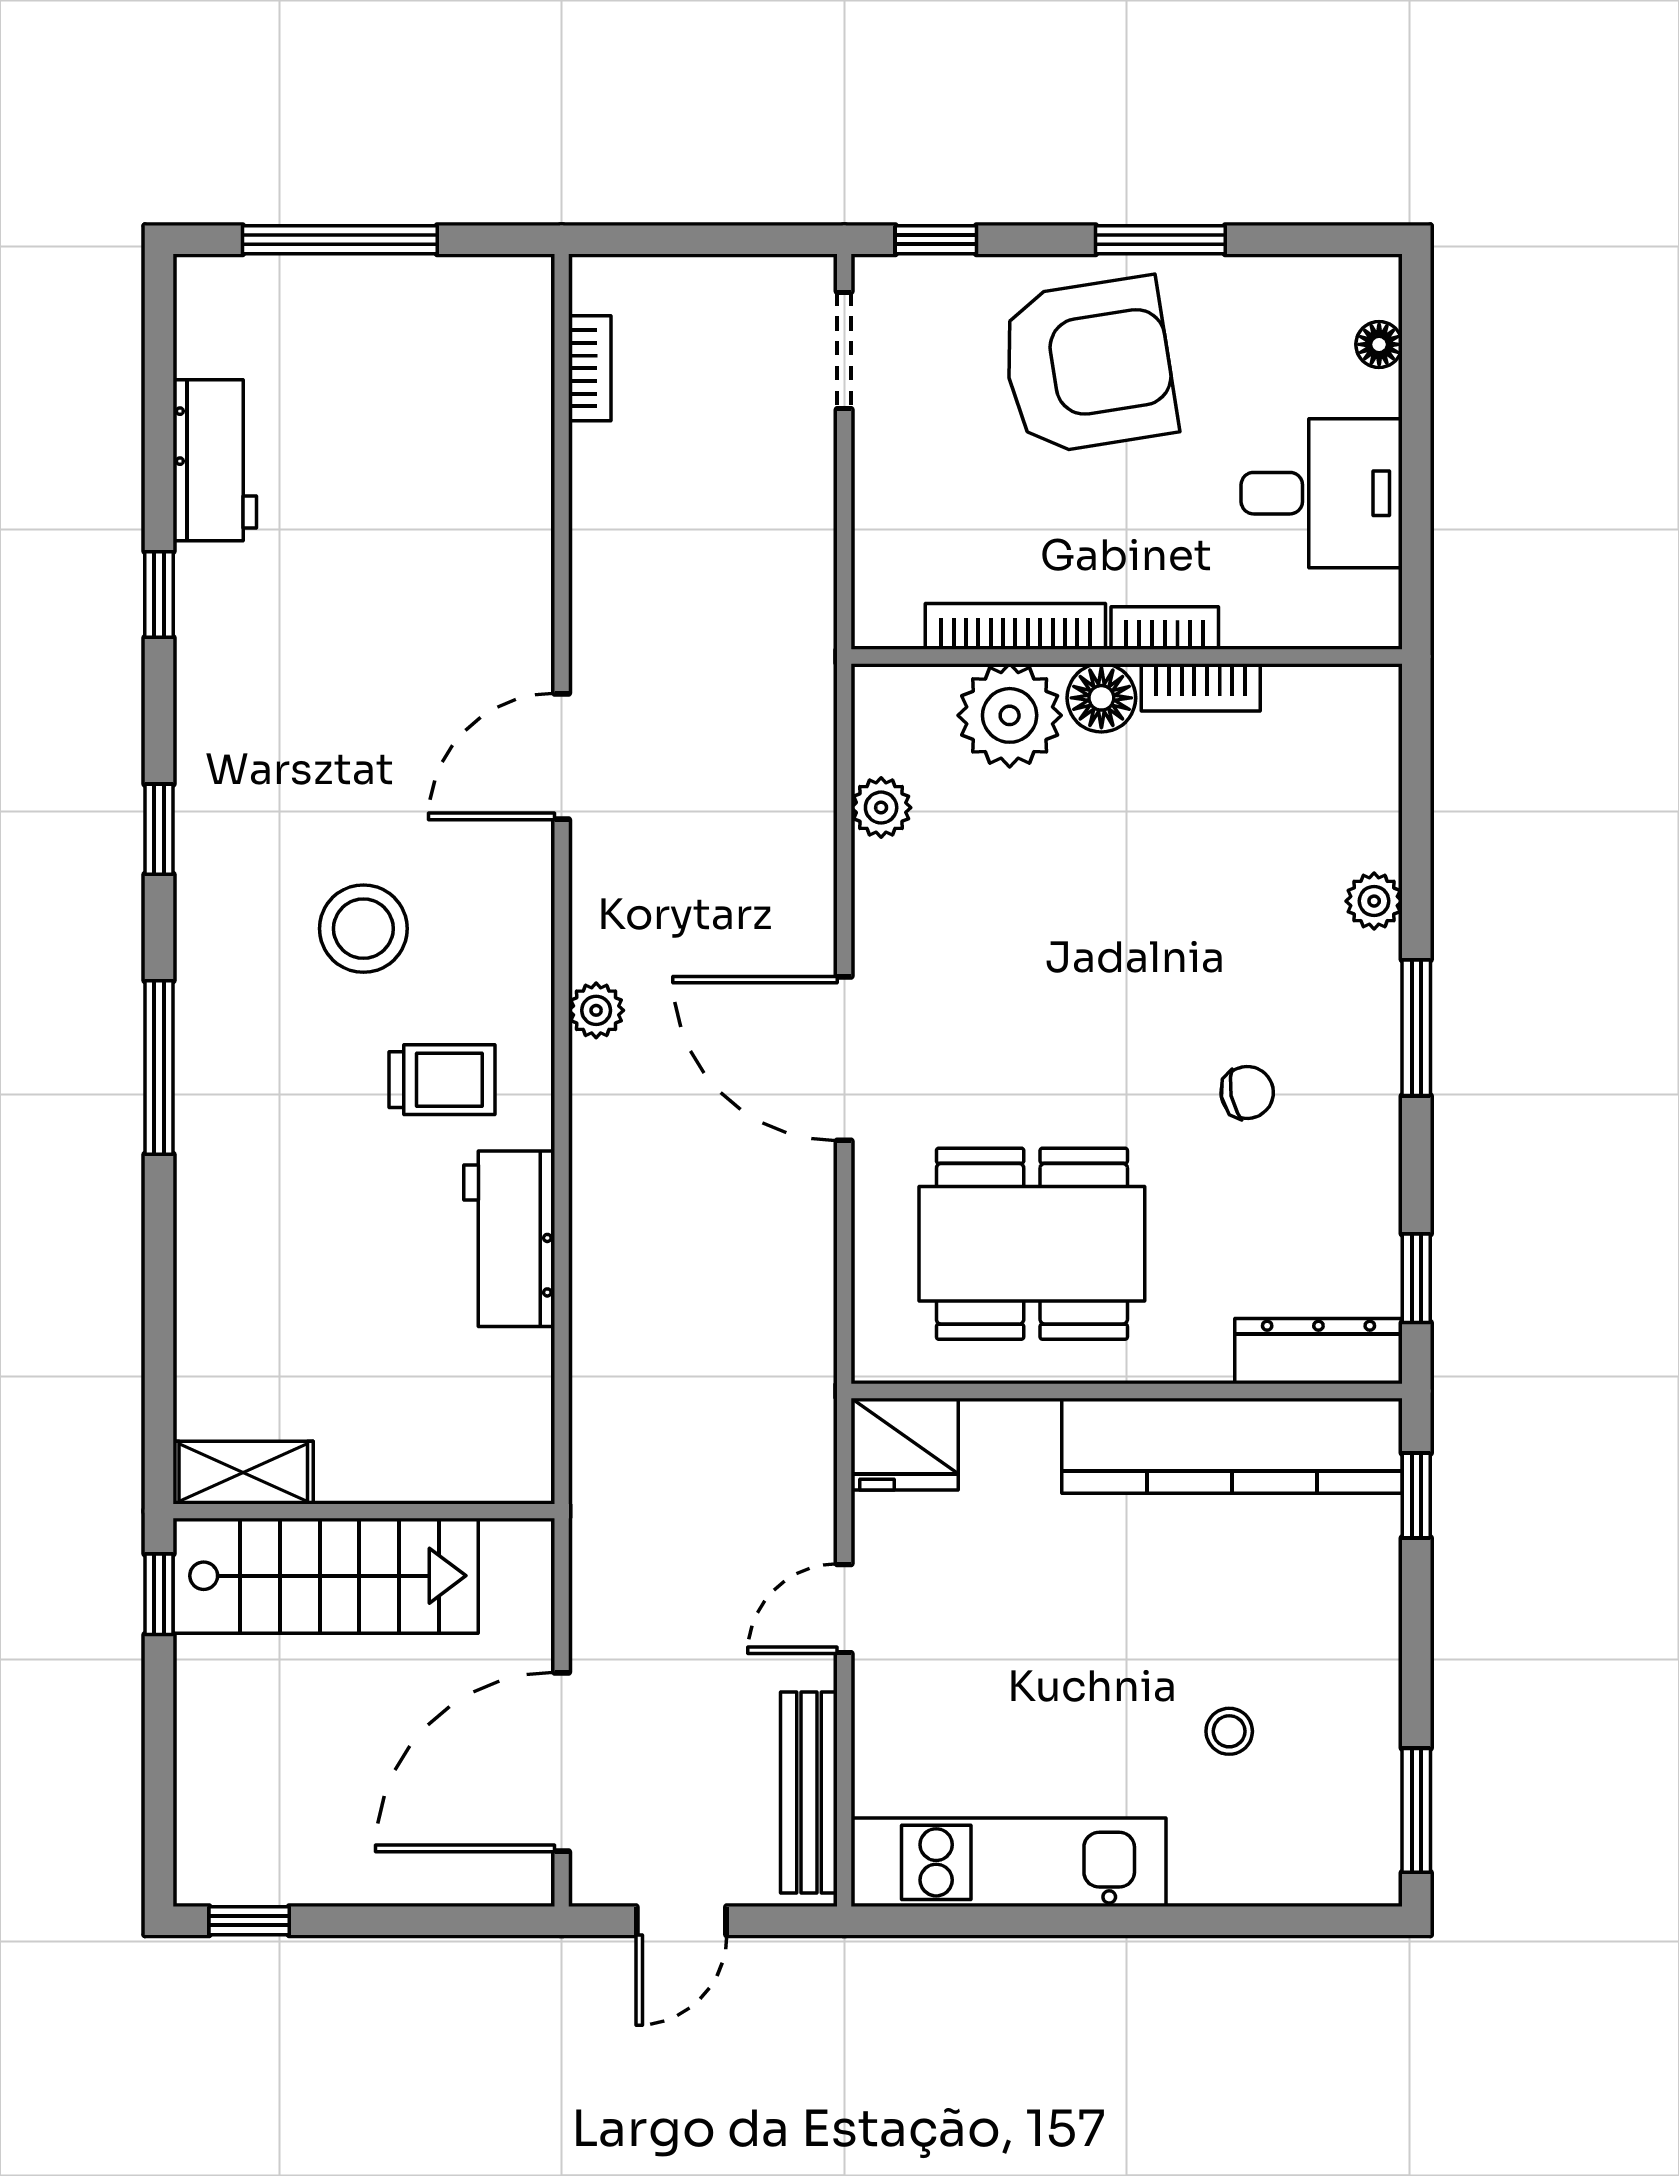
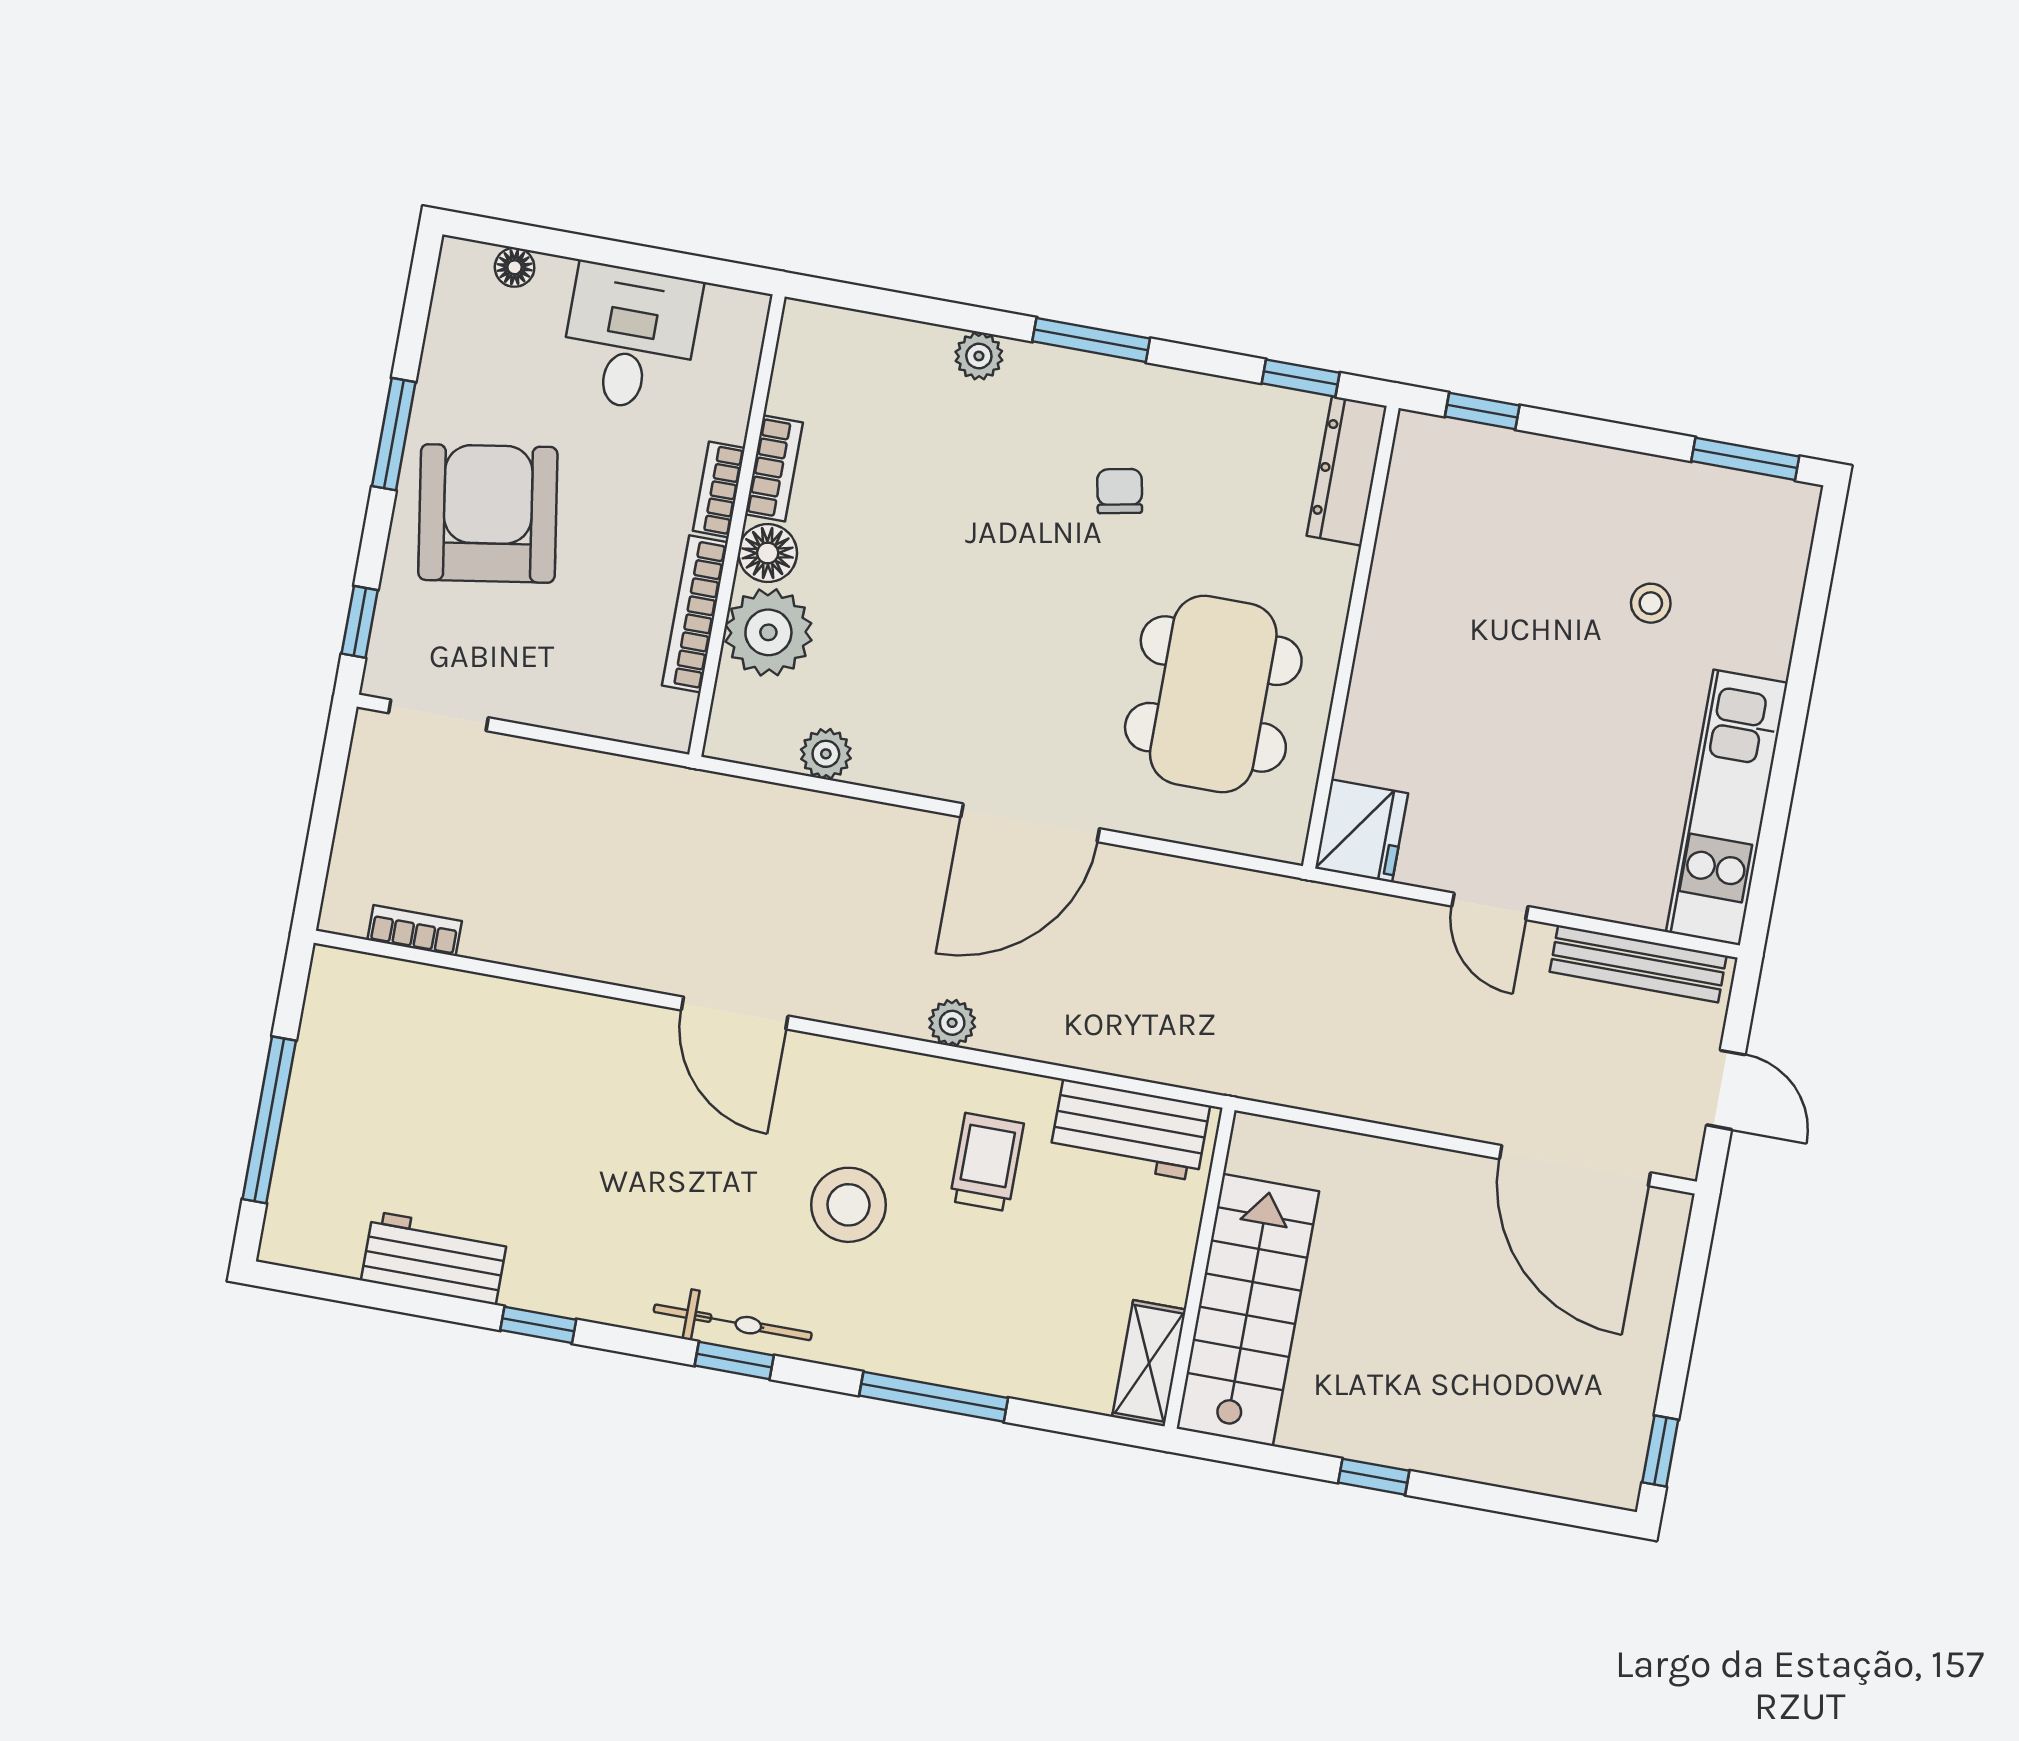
bicycle: (203, 819) -> (733, 1322), added
kitchen counter: (1232, 1446) -> (1413, 557), removed
shelving: (243, 1473) -> (1149, 1363), moved
wall: (364, 1511) -> (1200, 1268), moved
stairs: (326, 1576) -> (1248, 1310), moved

